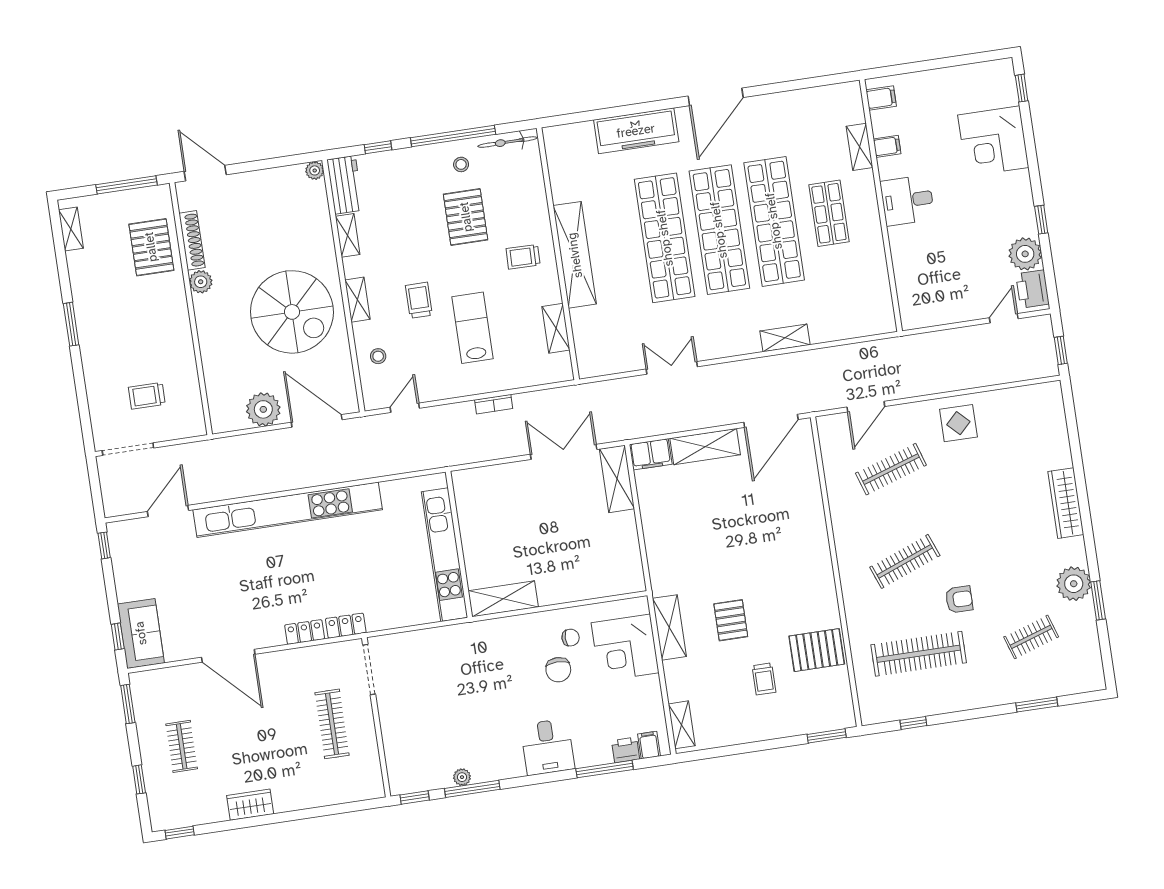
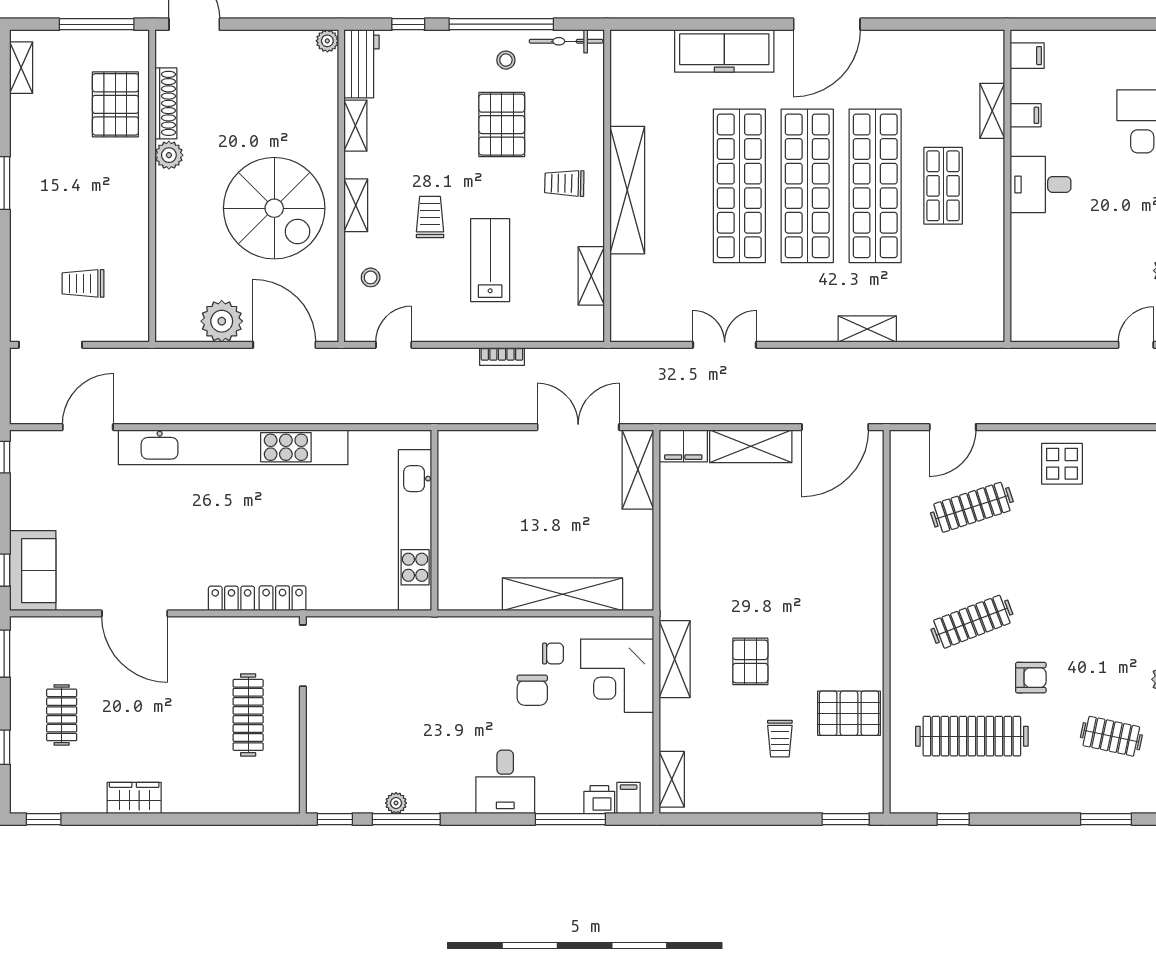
shelving: (503, 599) -> (563, 594), moved, width x1.47
clothes rail: (1031, 637) -> (1111, 736), turned 30

